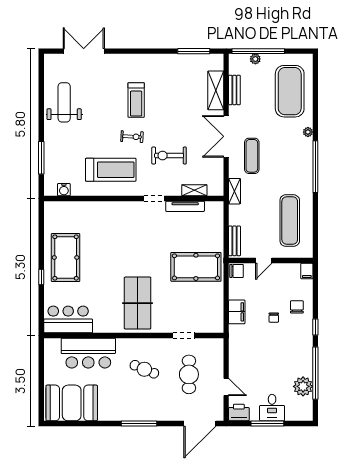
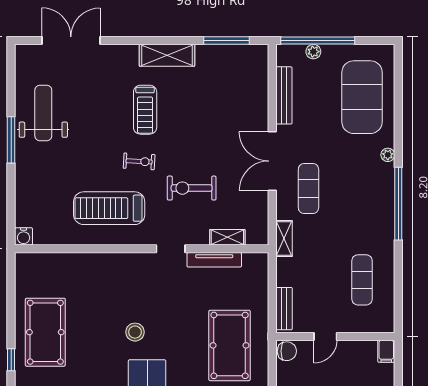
shelving: (216, 90) -> (167, 55), moved, turned 90
bench: (234, 90) -> (284, 95), width x1.36
window: (41, 158) -> (11, 140), moved
treadmill: (111, 170) -> (109, 208), turned 180
water cooler: (64, 190) -> (24, 236), moved
exercise mat: (290, 221) -> (362, 280), width x0.73, depth x0.69
stool: (129, 257) -> (135, 332), added
pool table: (196, 267) -> (230, 345), turned 90

